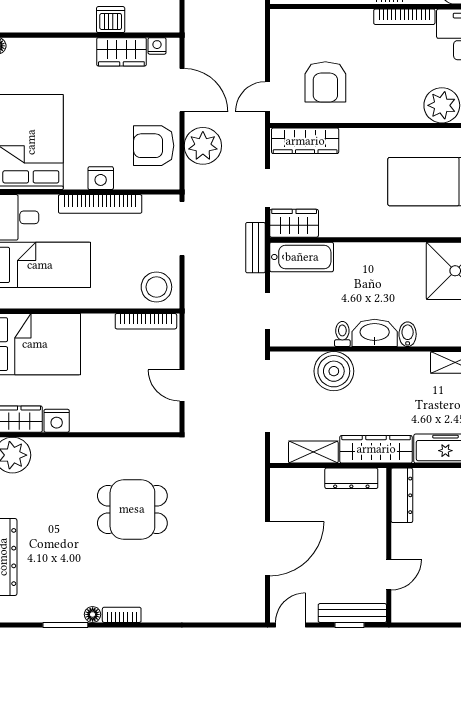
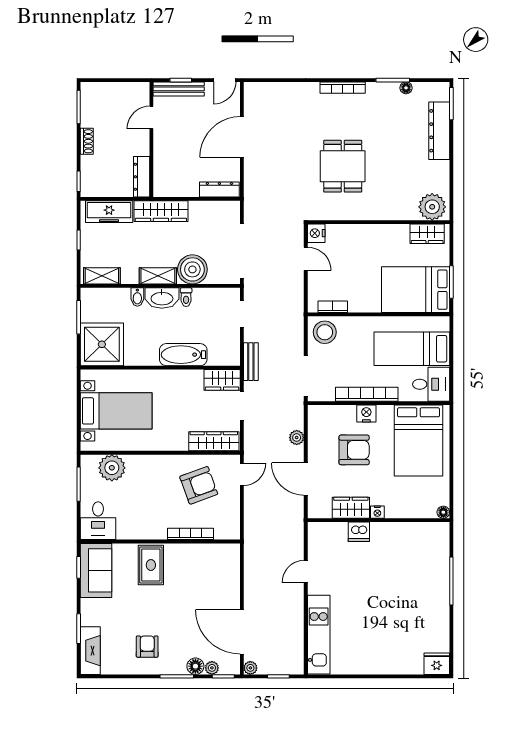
bookcase: (404, 17) -> (191, 534), moved
nightstand: (157, 46) -> (377, 512), moved
armchair: (325, 82) -> (199, 485), turned 70
armchair: (154, 146) -> (354, 450), moved
plant: (203, 146) -> (297, 438), width x0.53, depth x0.53
bathtub: (302, 257) -> (183, 355), moved
bookcase: (146, 321) -> (333, 307), width x0.64
nightstand: (57, 421) -> (316, 233), moved, turned -90
shelving: (313, 452) -> (158, 276), moved
dresser: (351, 478) -> (219, 189), moved
dining table: (132, 509) -> (343, 166), turned 90
floor lamp: (93, 614) -> (406, 88), moved
bookcase: (122, 615) -> (343, 88), width x1.56

